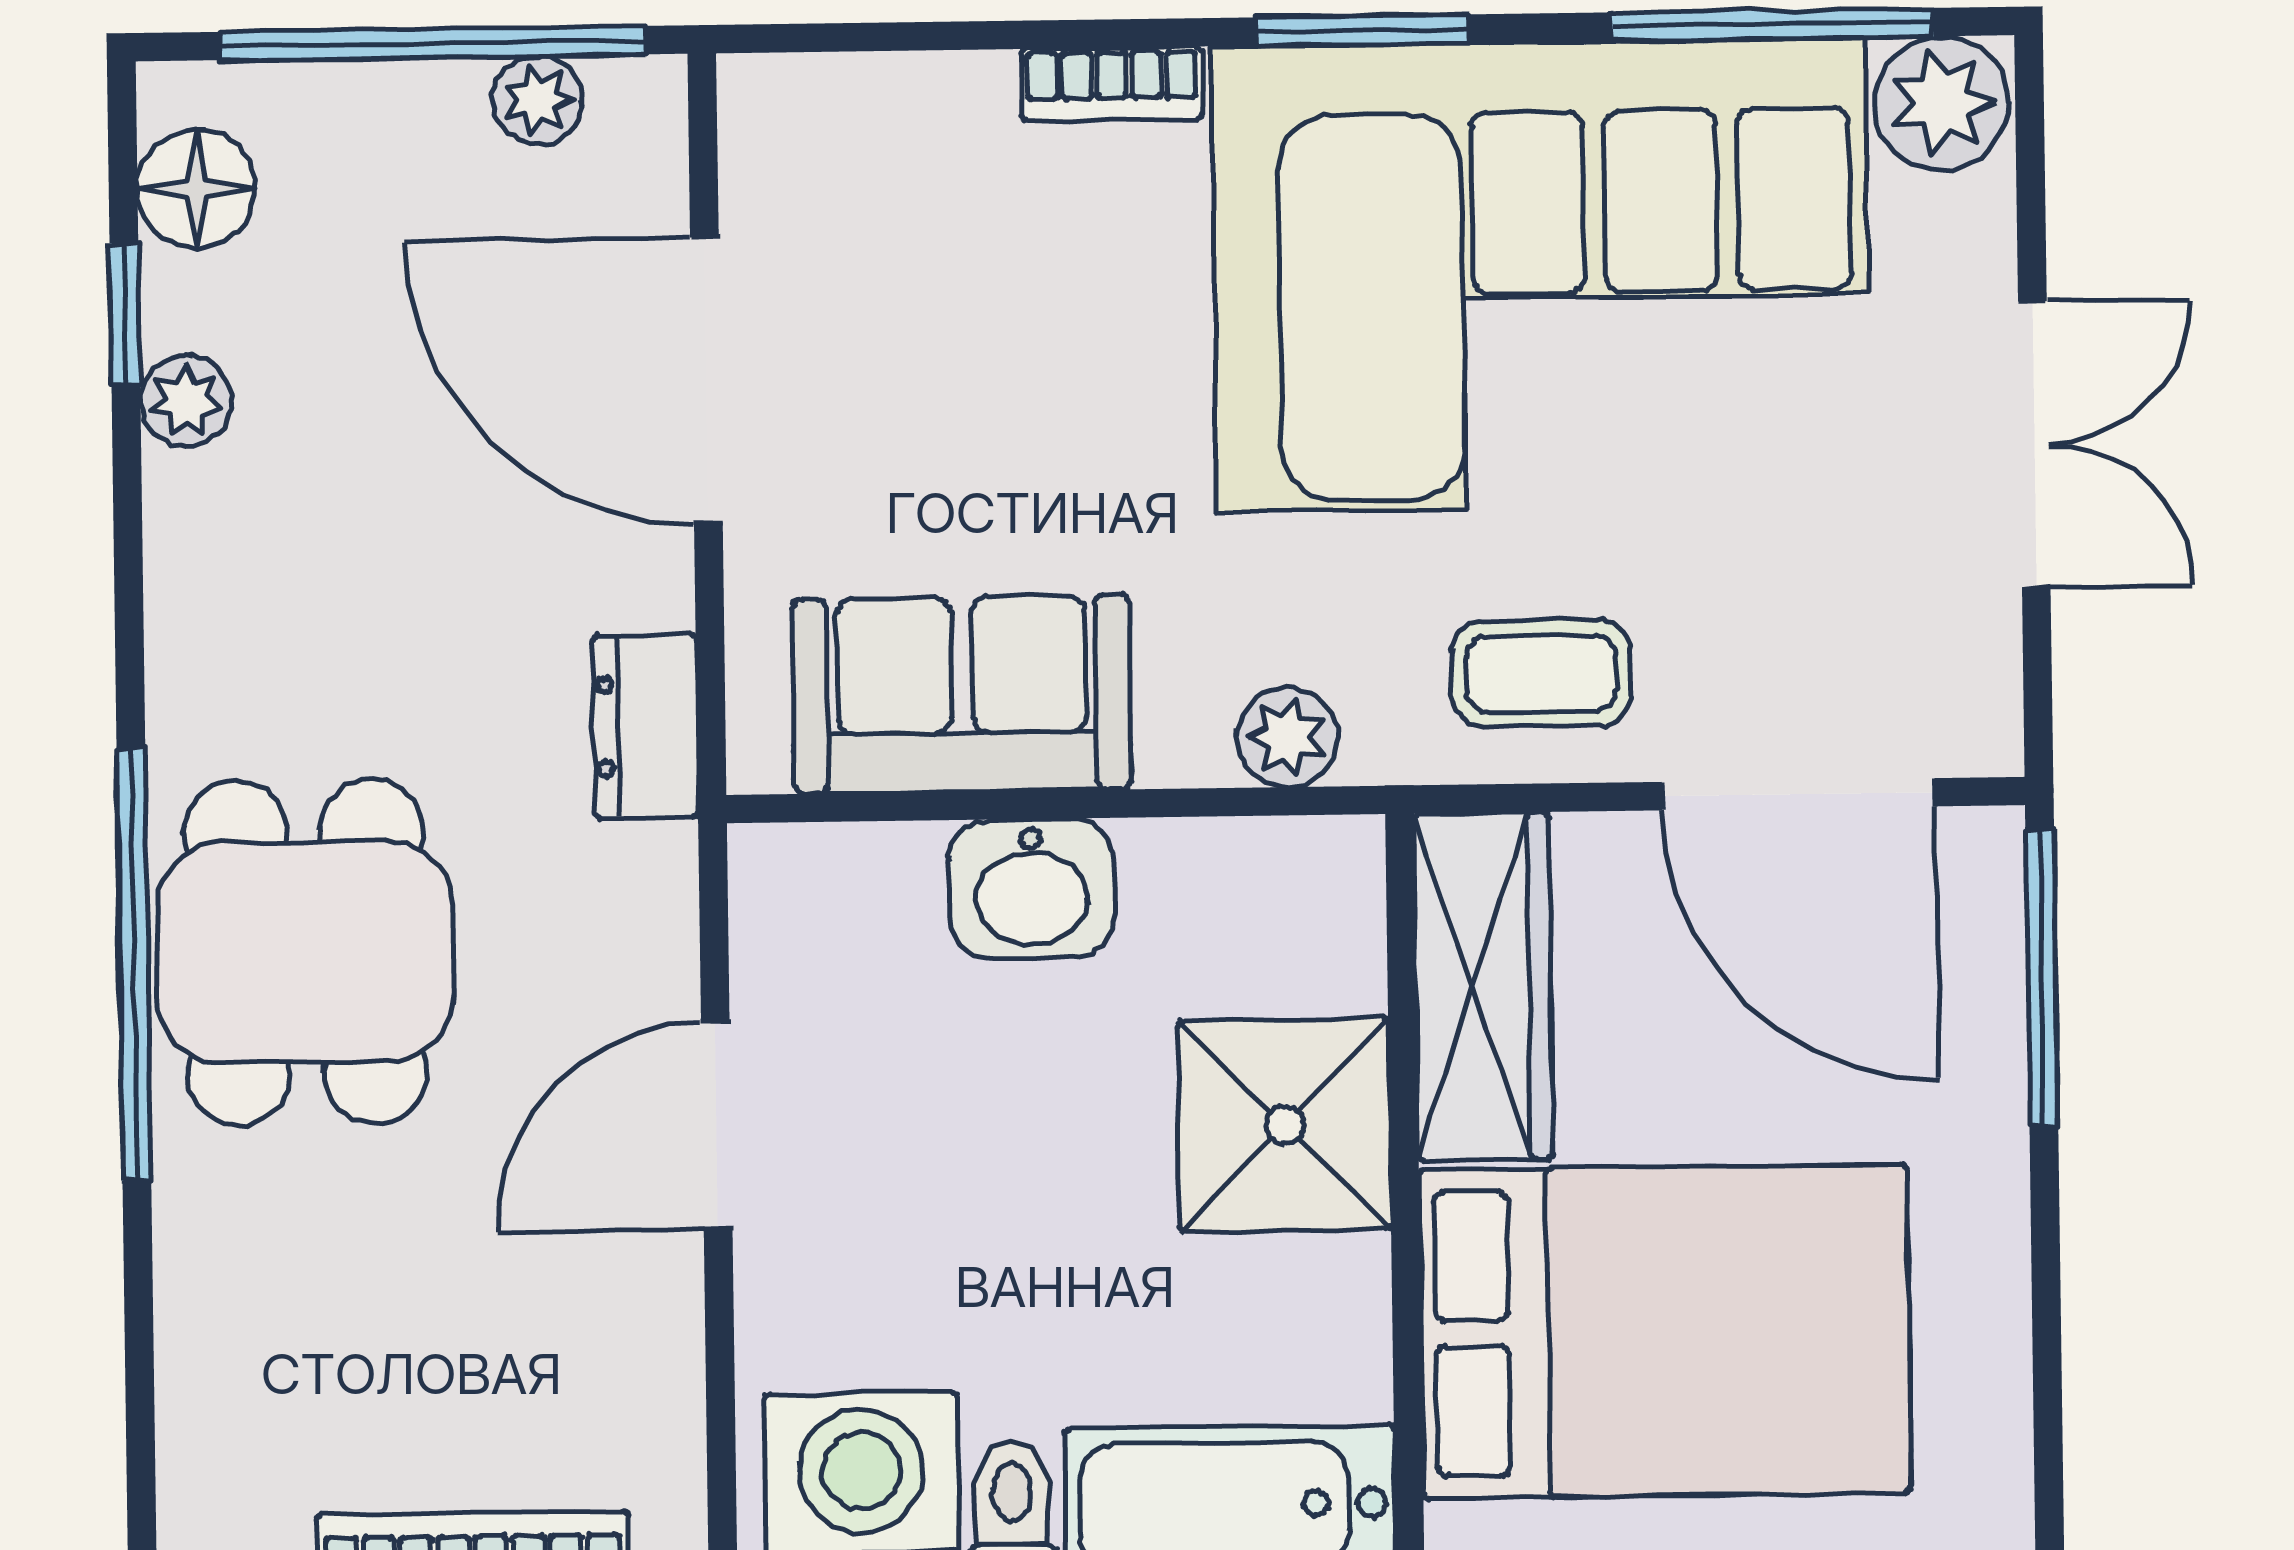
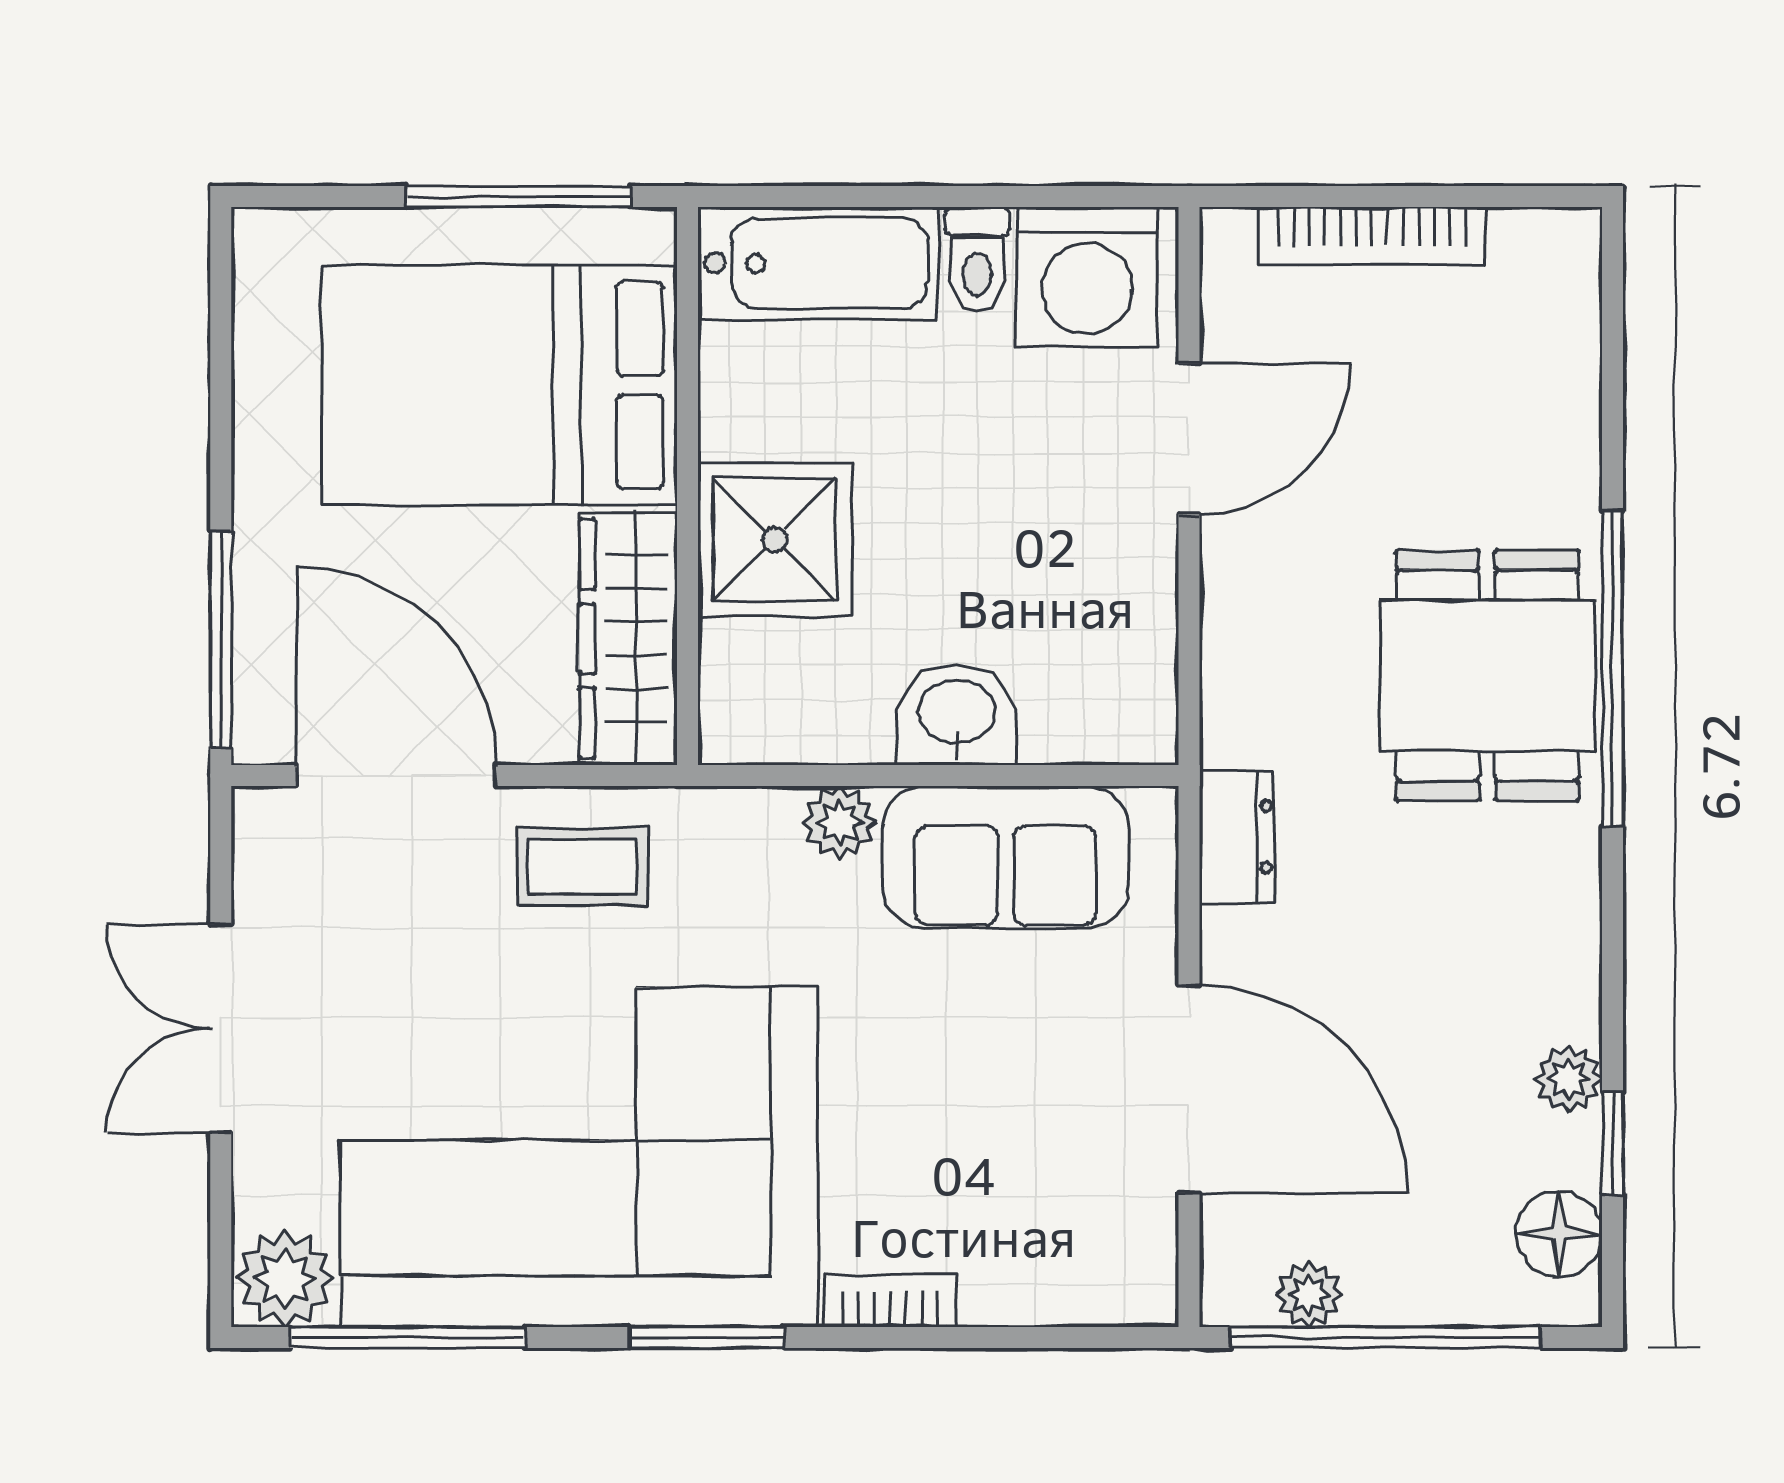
plant: (1287, 737) -> (840, 822), moved
door: (717, 1125) -> (1189, 439), moved

